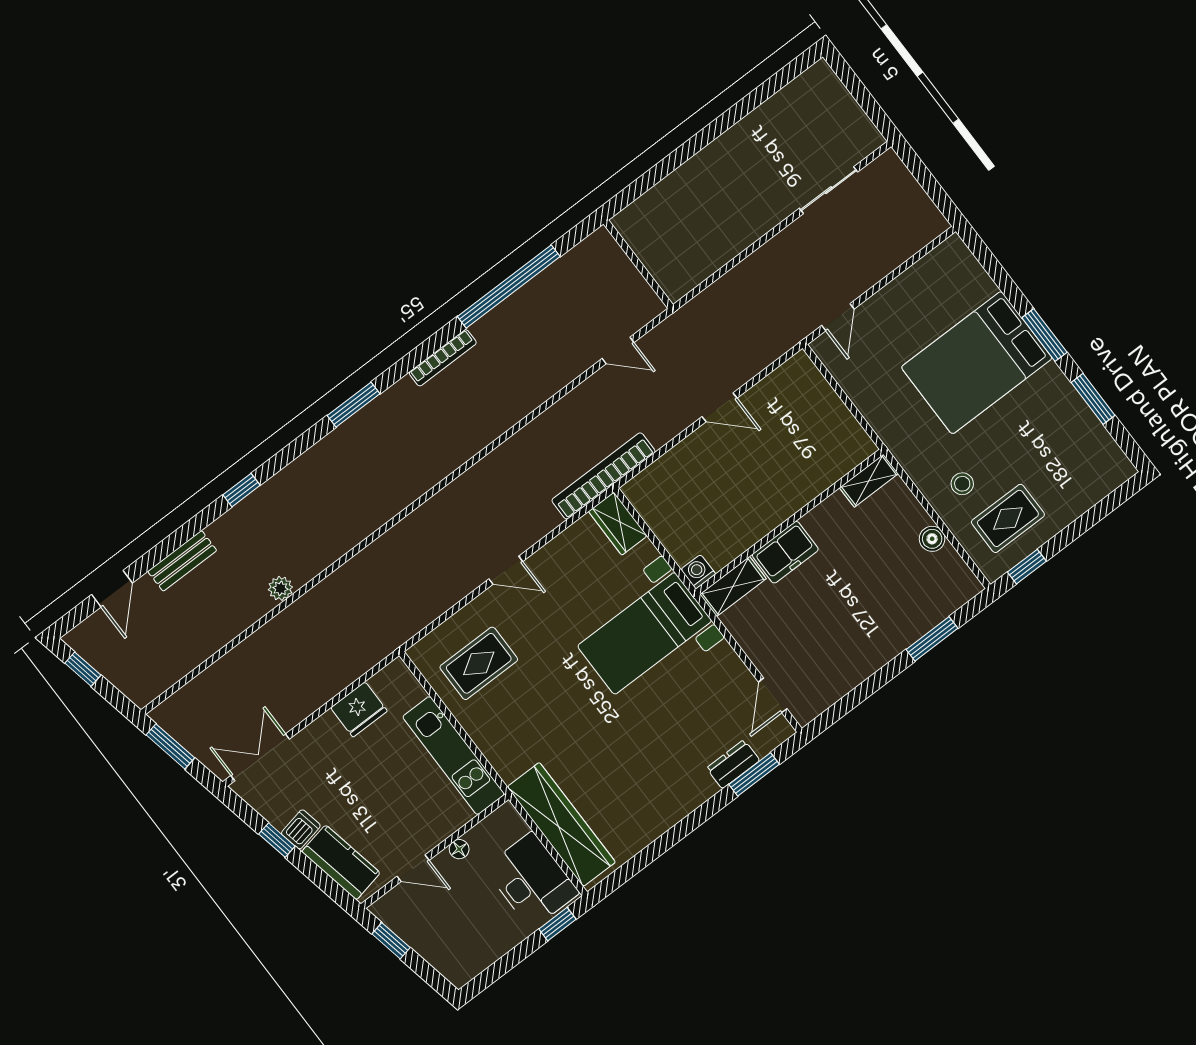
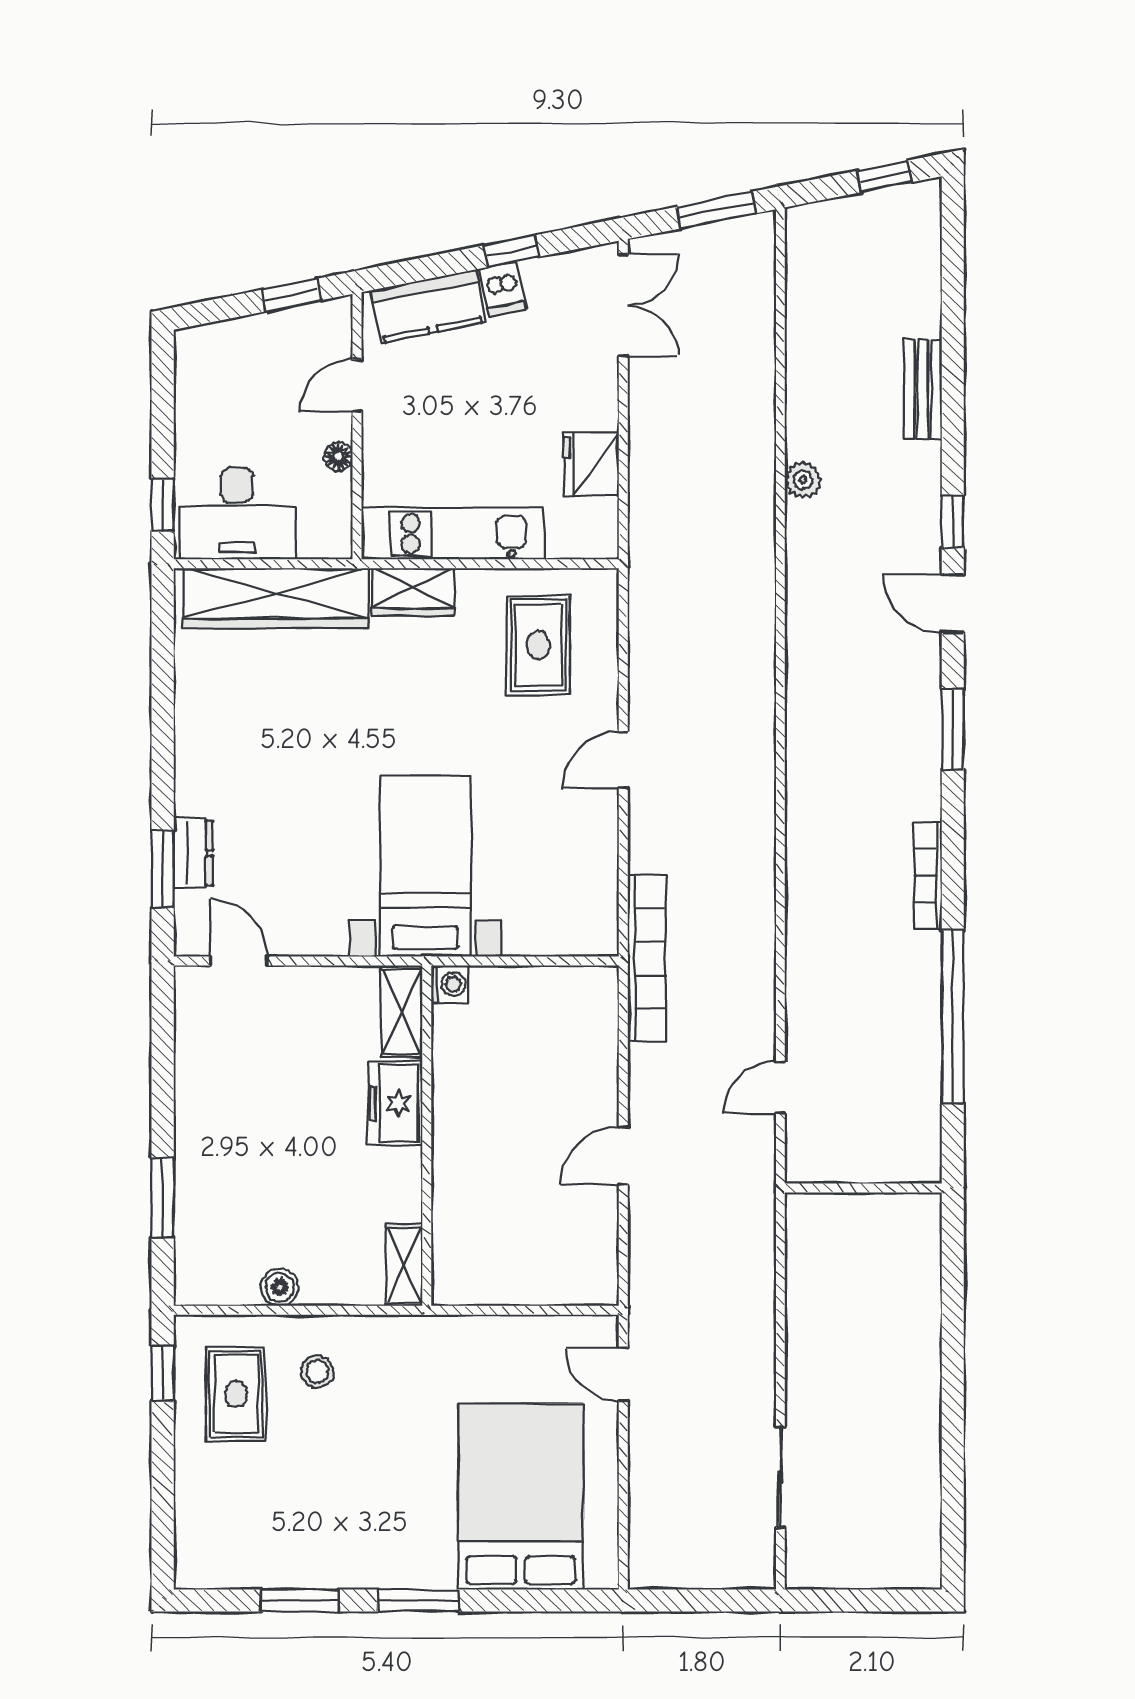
bed: (977, 363) -> (521, 1497), moved
wardrobe: (618, 524) -> (413, 592), moved, turned 180
door: (112, 589) -> (953, 604), moved

